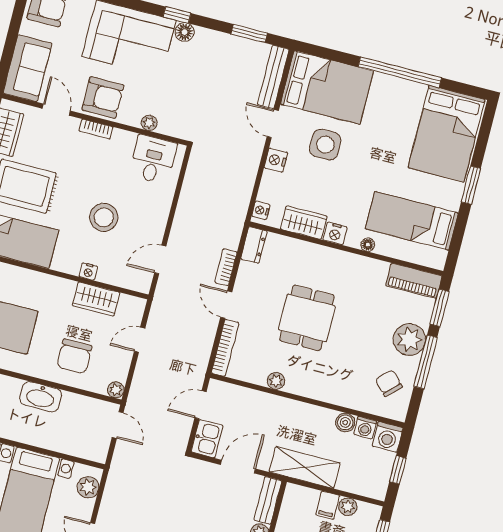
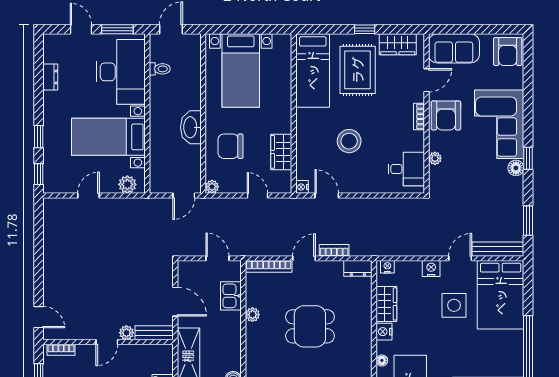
nightstand: (88, 271) -> (302, 187), moved
kitchen sink: (207, 439) -> (231, 296), moved, turned 90

